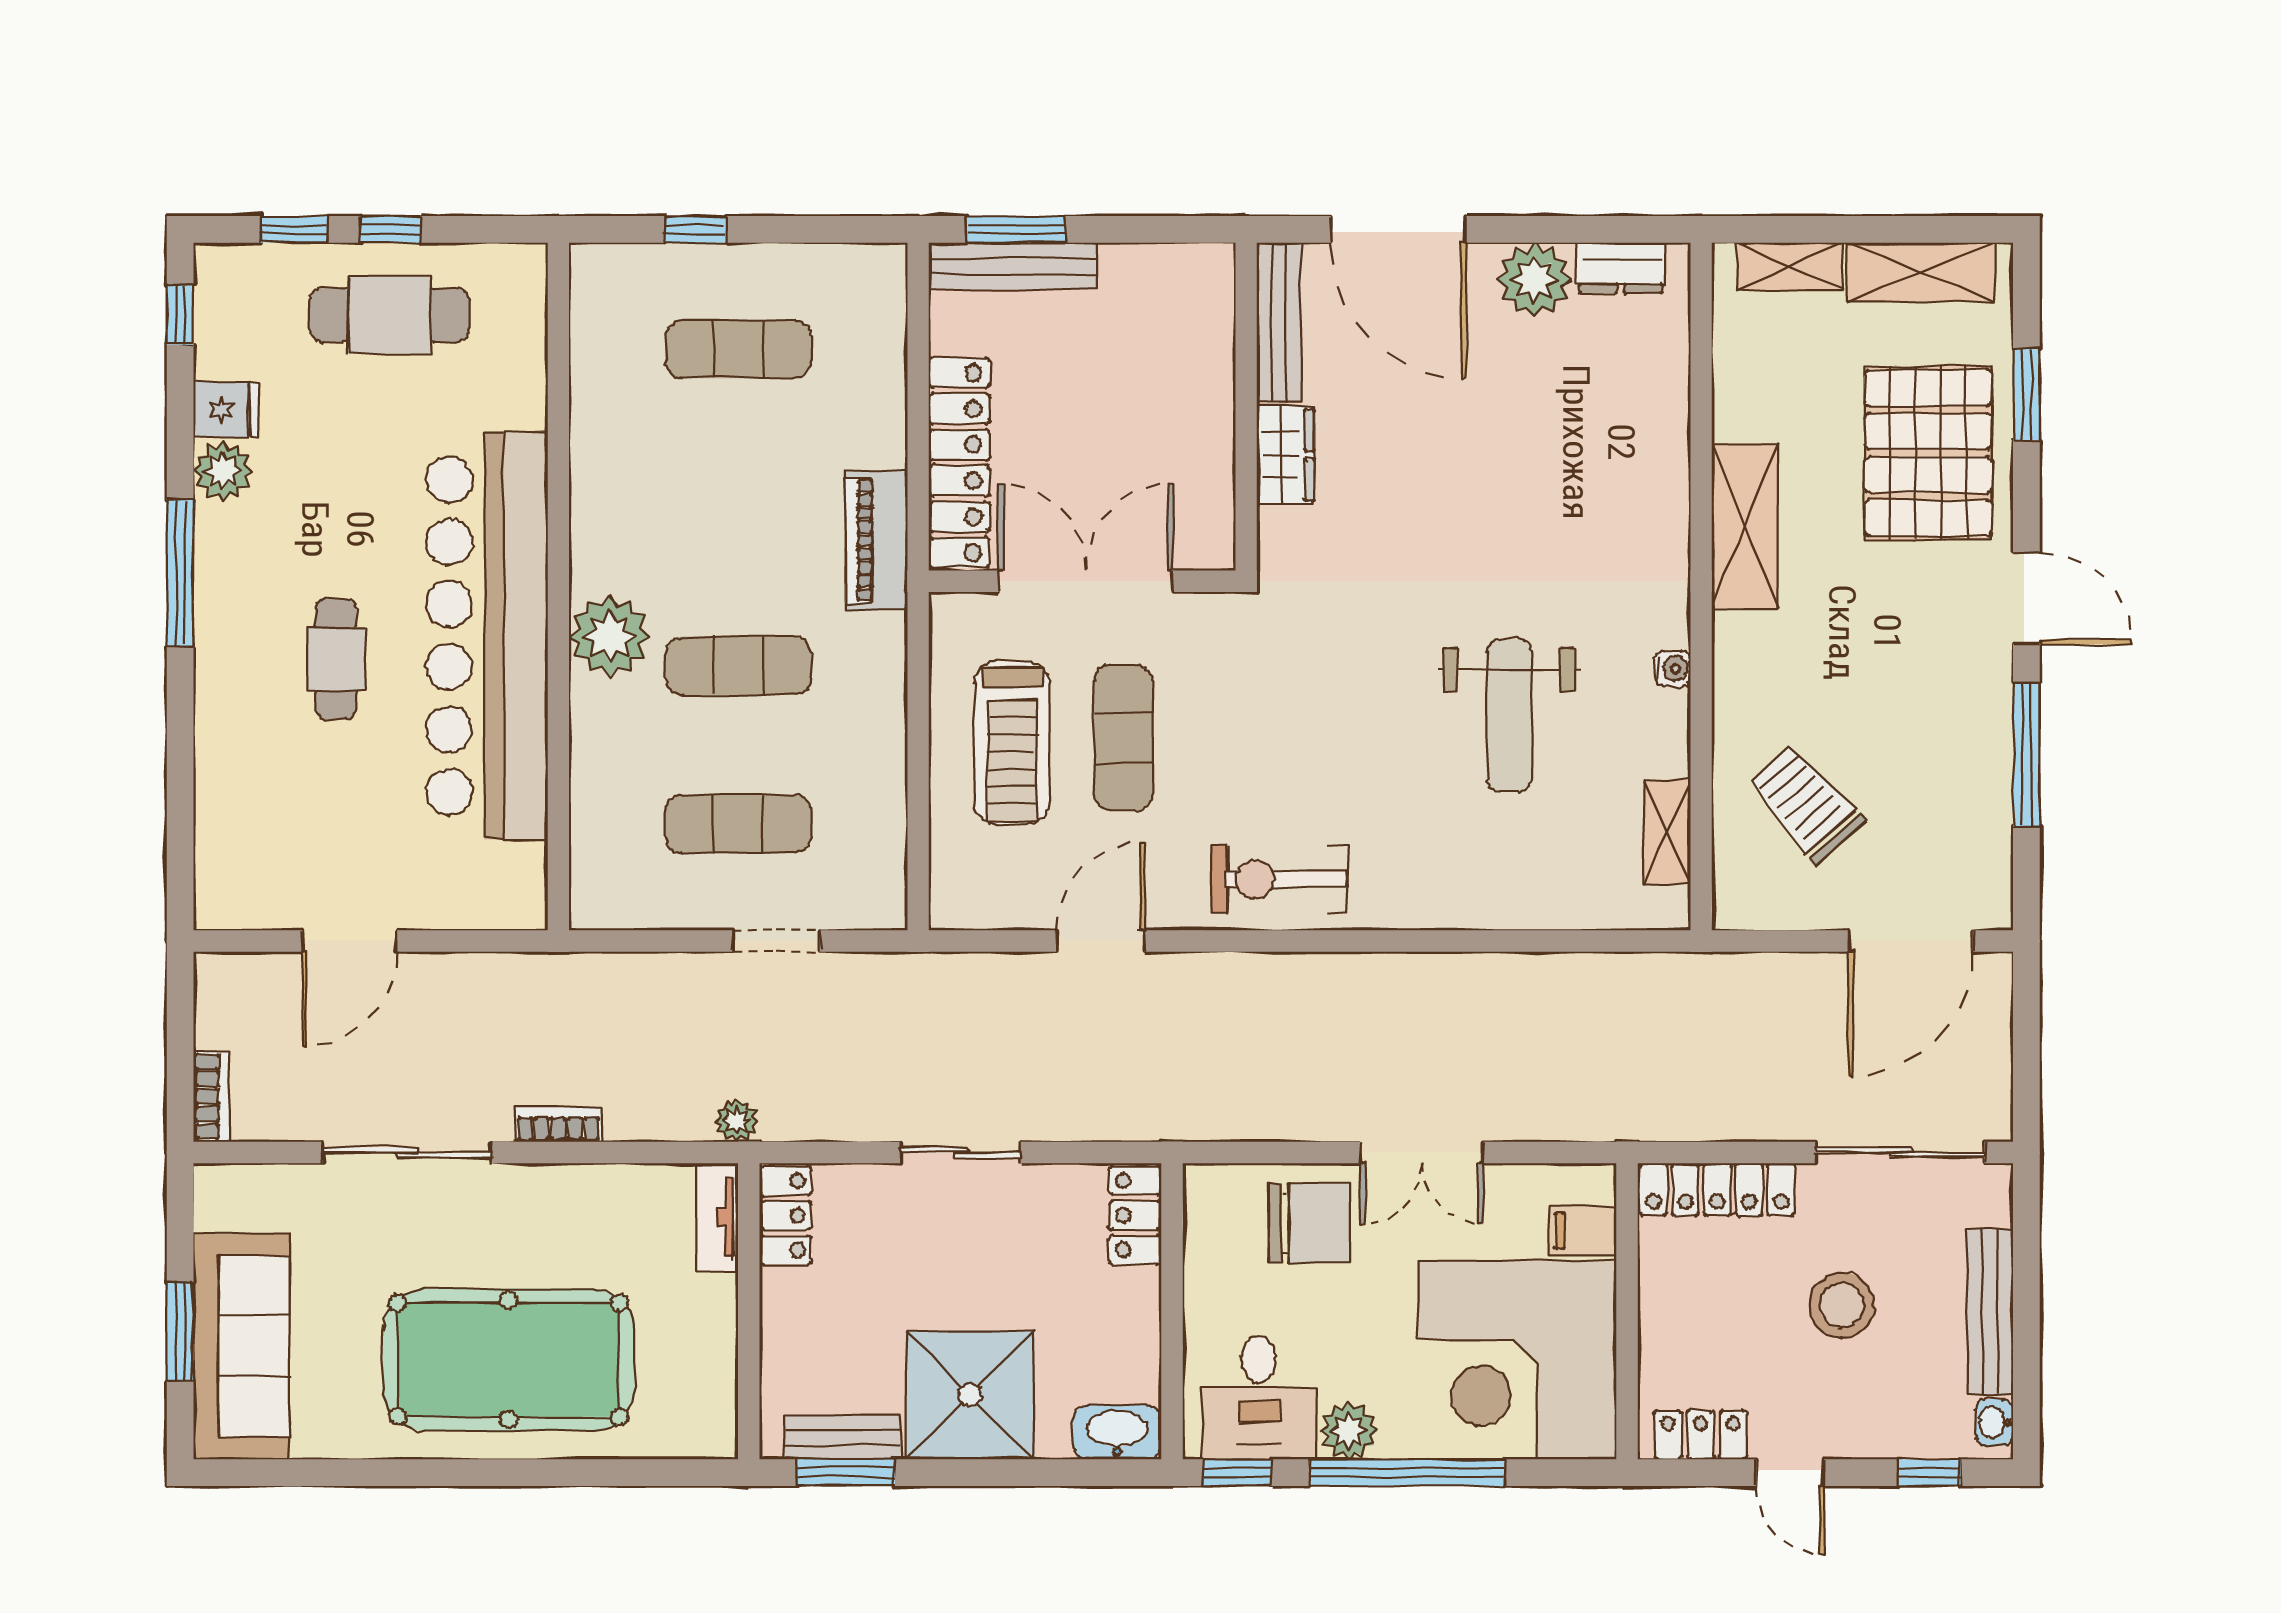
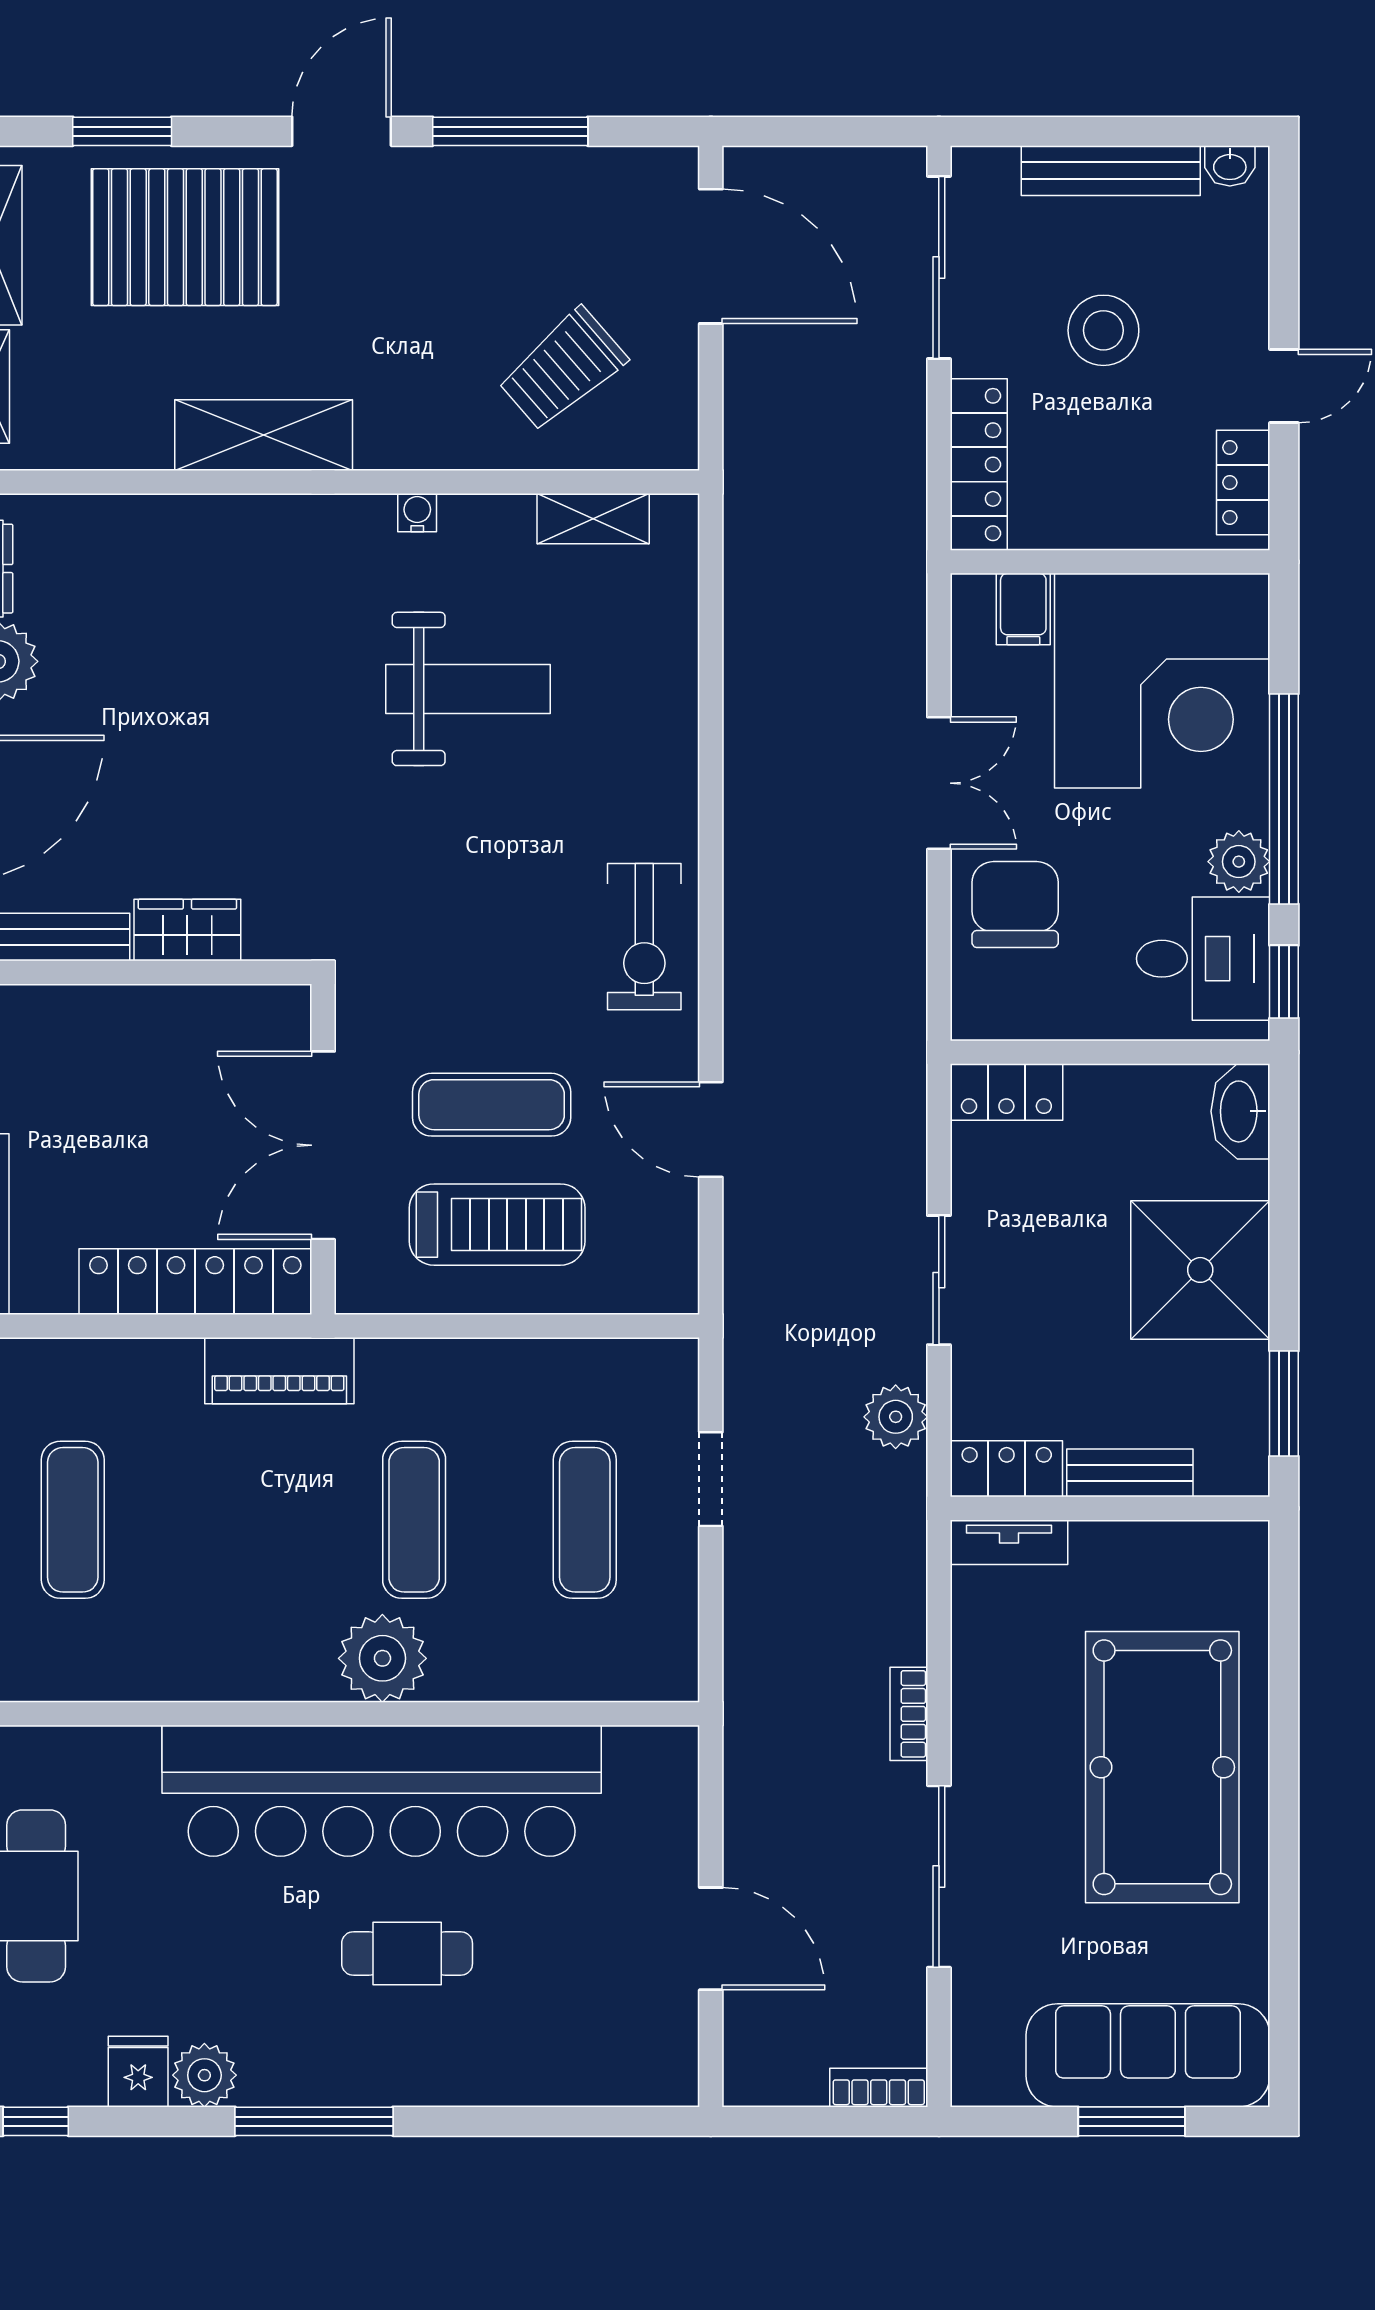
plant: (737, 1120) -> (896, 1417), moved, width x1.38, depth x1.38
bench: (843, 1437) -> (1130, 1473), moved, turned 90
window: (1929, 1473) -> (1284, 236), removed

